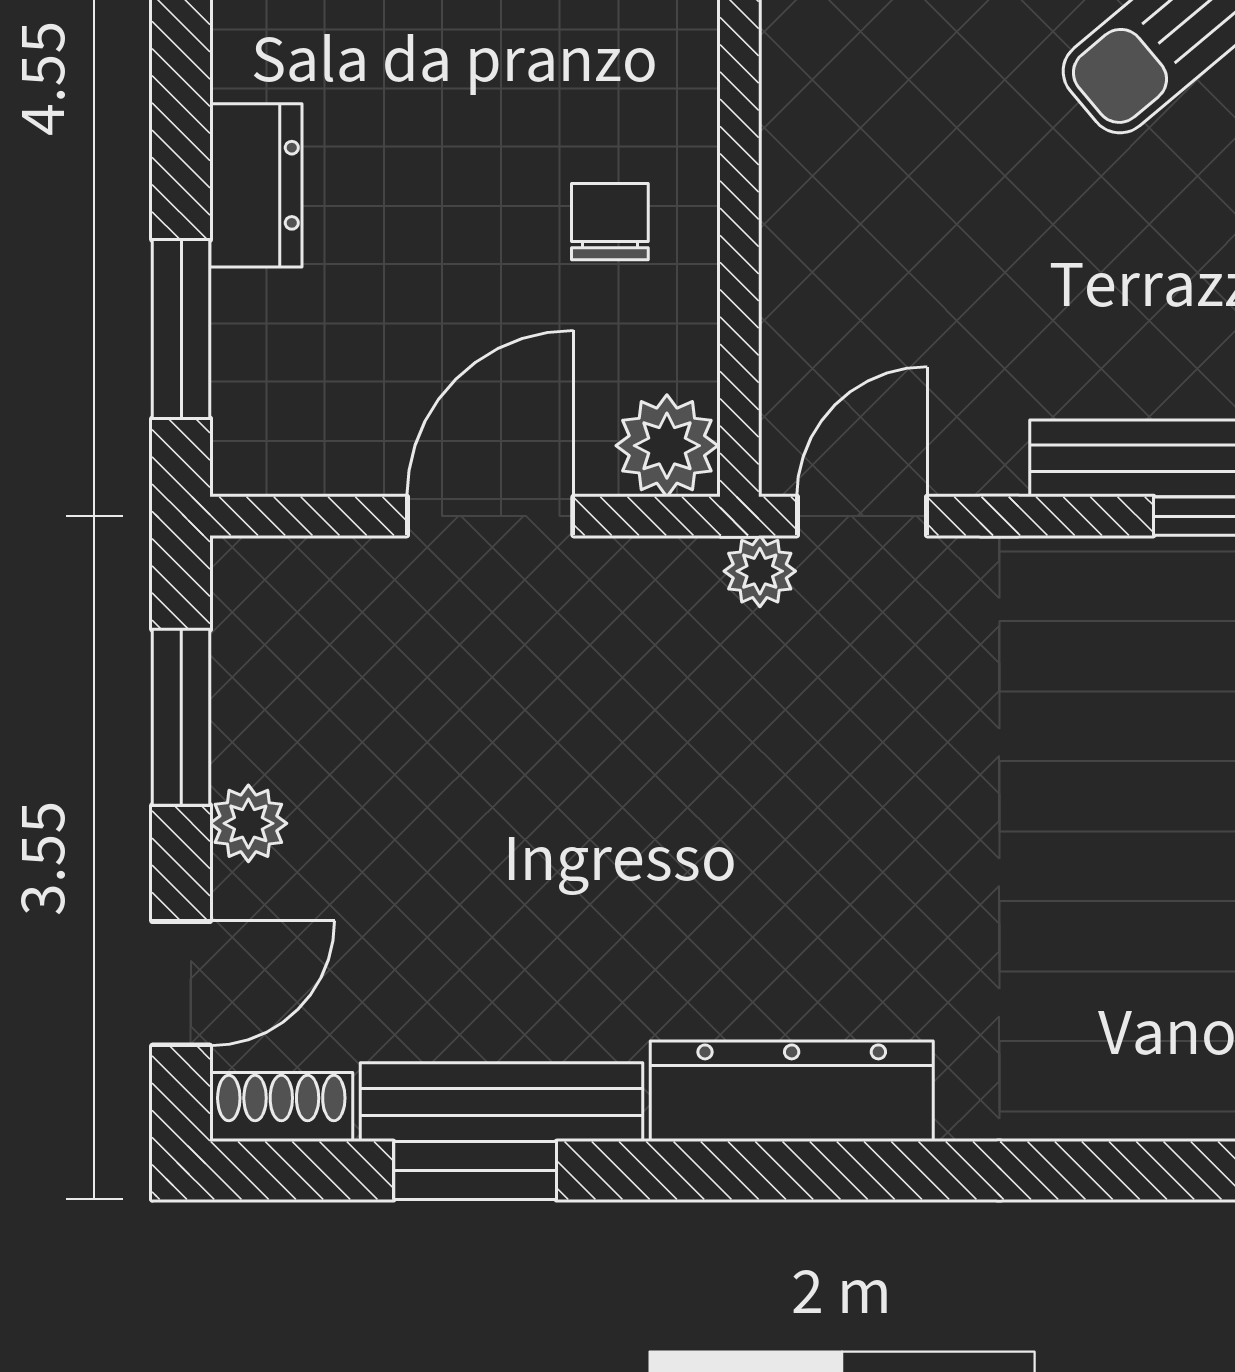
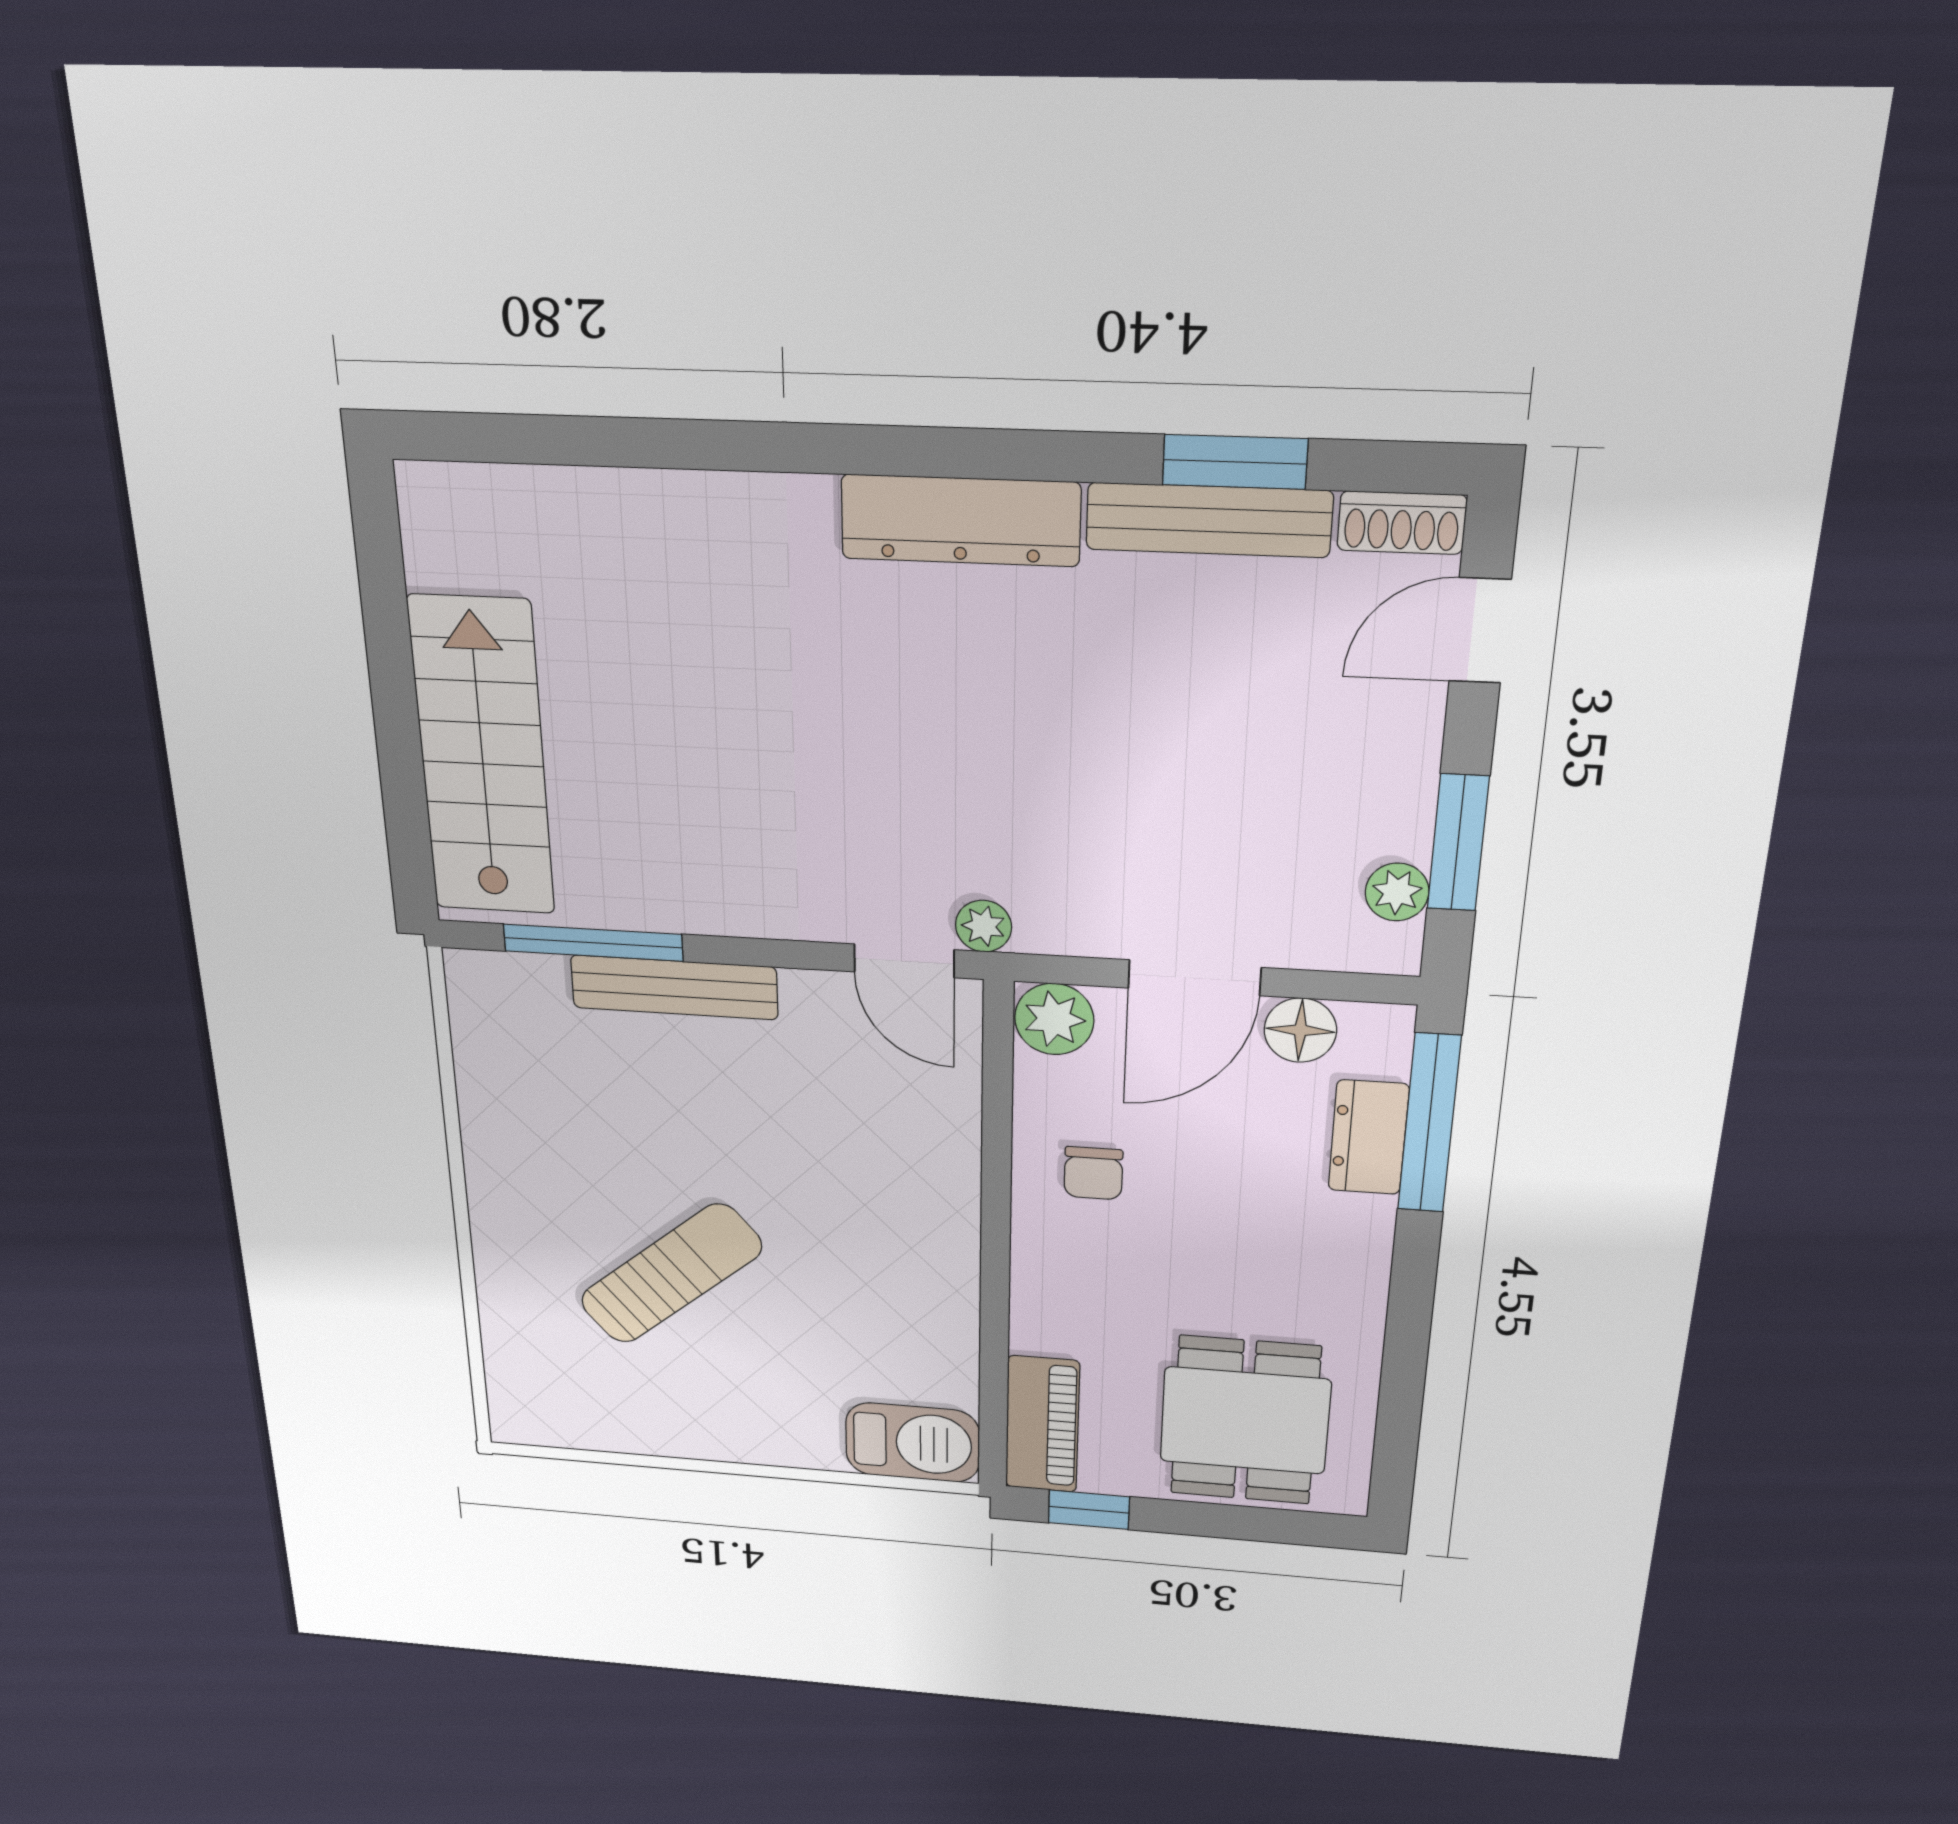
dresser: (256, 185) -> (1368, 1137), moved
window: (181, 329) -> (1429, 1123), width x1.44
floor lamp: (353, 451) -> (1300, 1030), added
door: (862, 516) -> (904, 961), hinge flipped
plant: (248, 823) -> (1397, 892), moved

